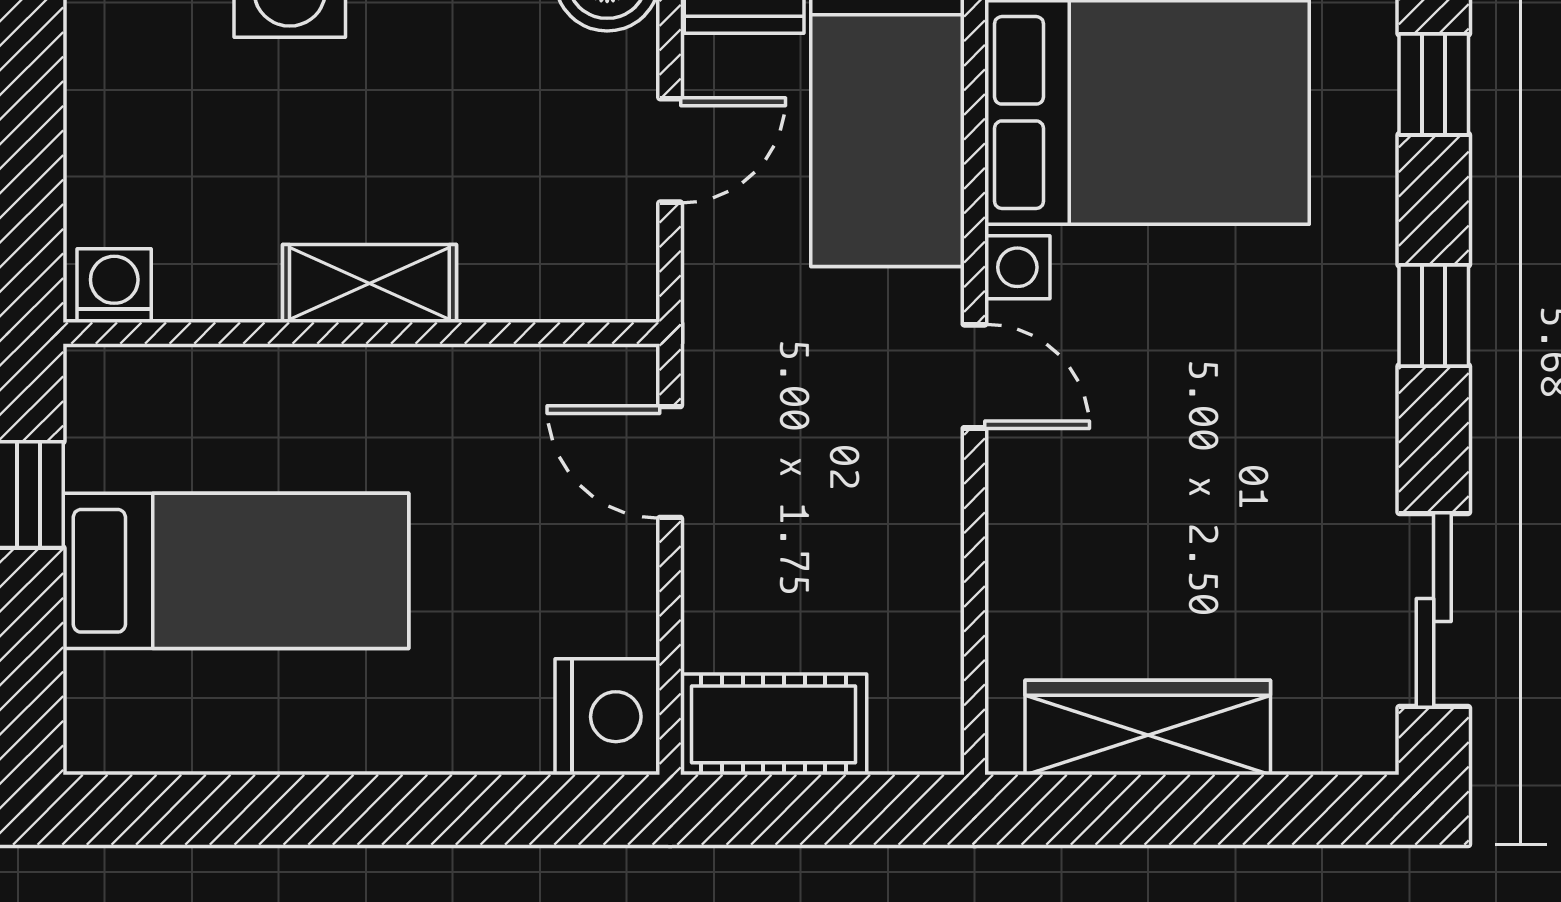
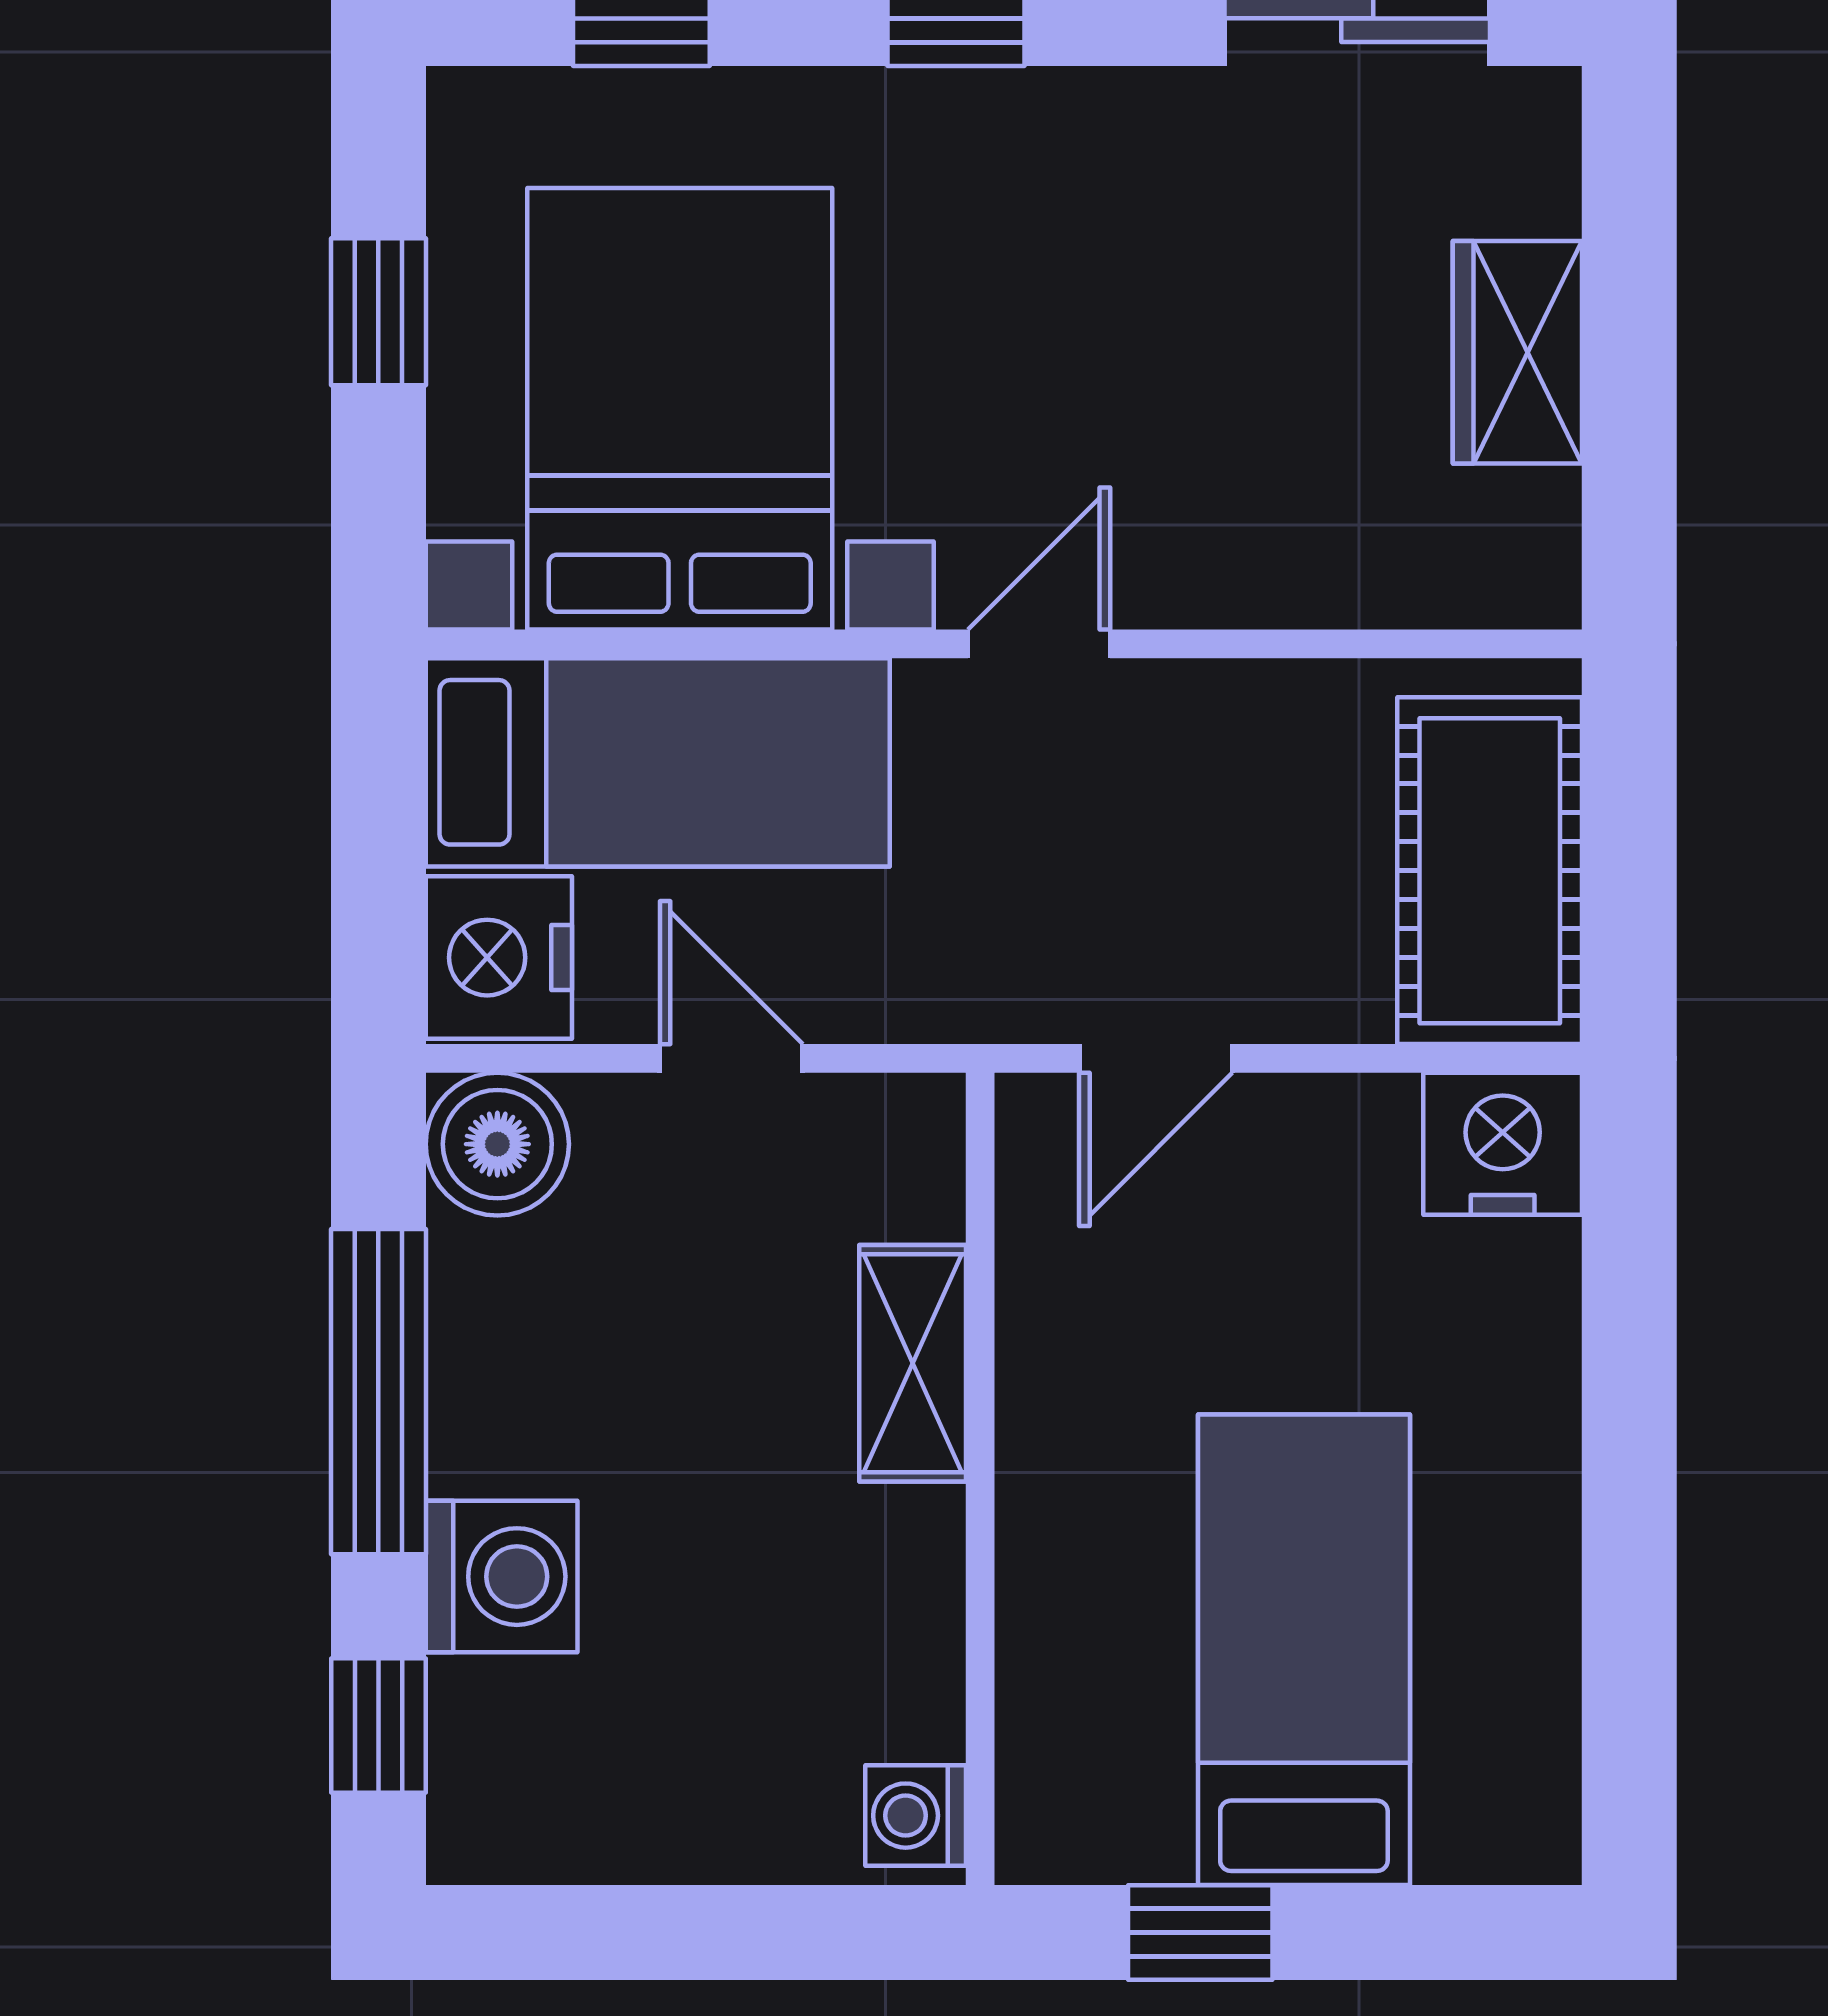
shelving: (369, 284) -> (913, 1363), moved
cot: (774, 724) -> (1490, 871), width x1.37, depth x1.34
wardrobe: (1148, 728) -> (1517, 352), width x0.67

